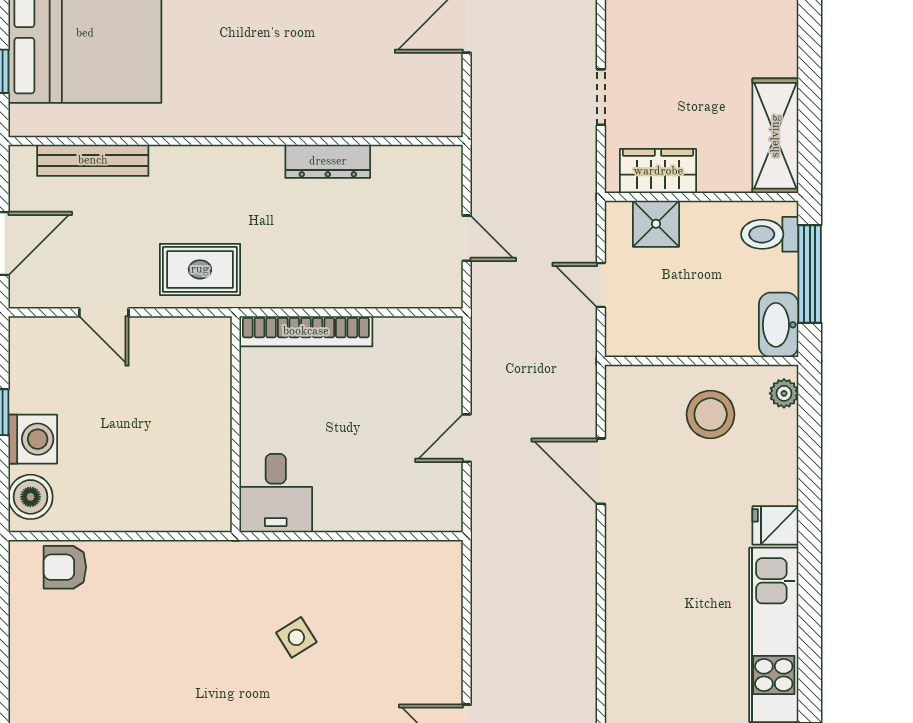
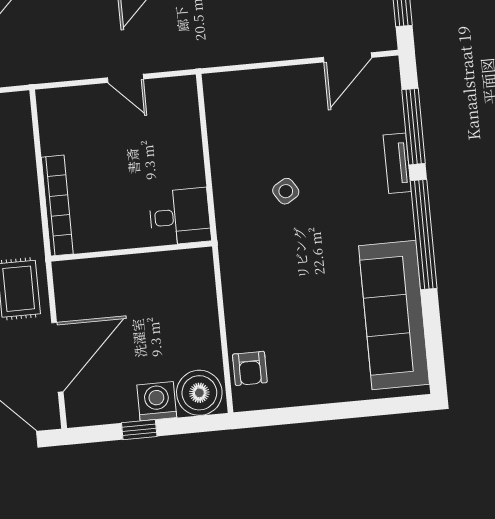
door: (104, 312) -> (57, 357), width x1.88
boiler: (30, 497) -> (199, 393), width x1.37, depth x1.37

